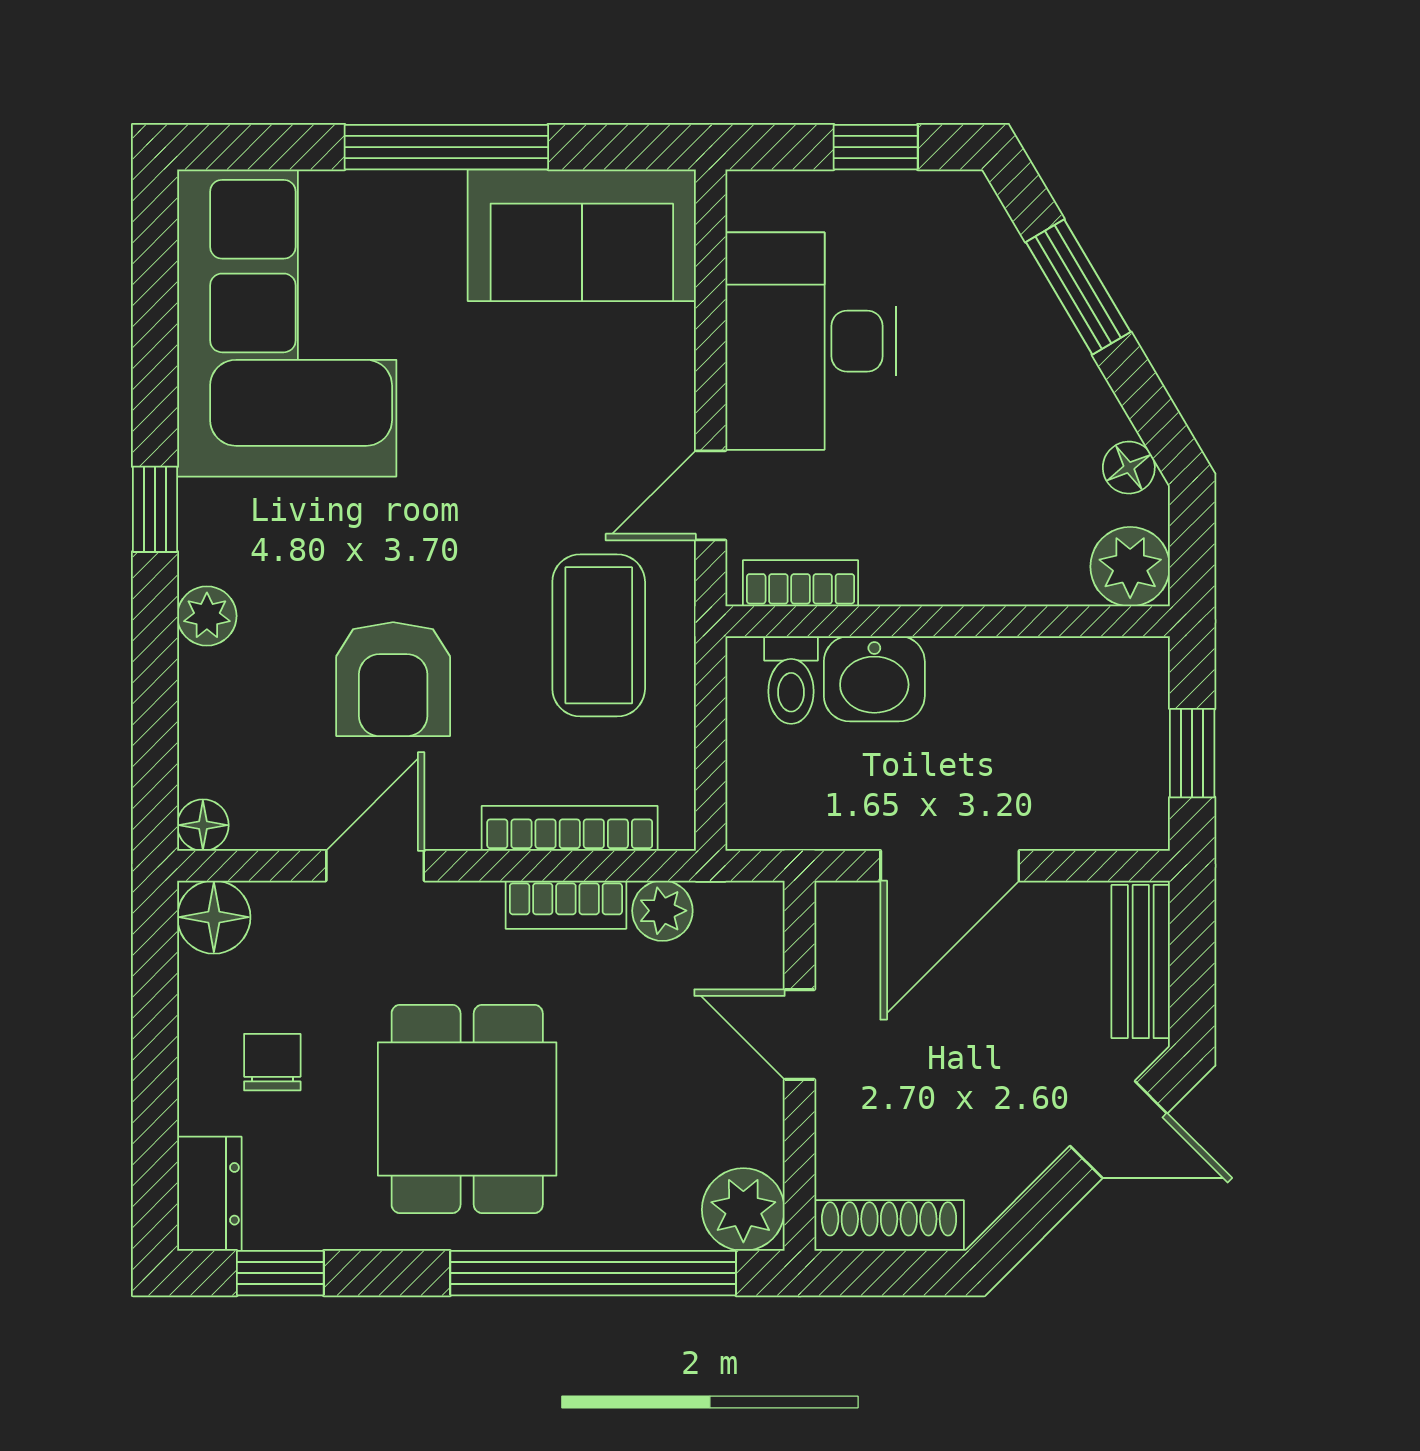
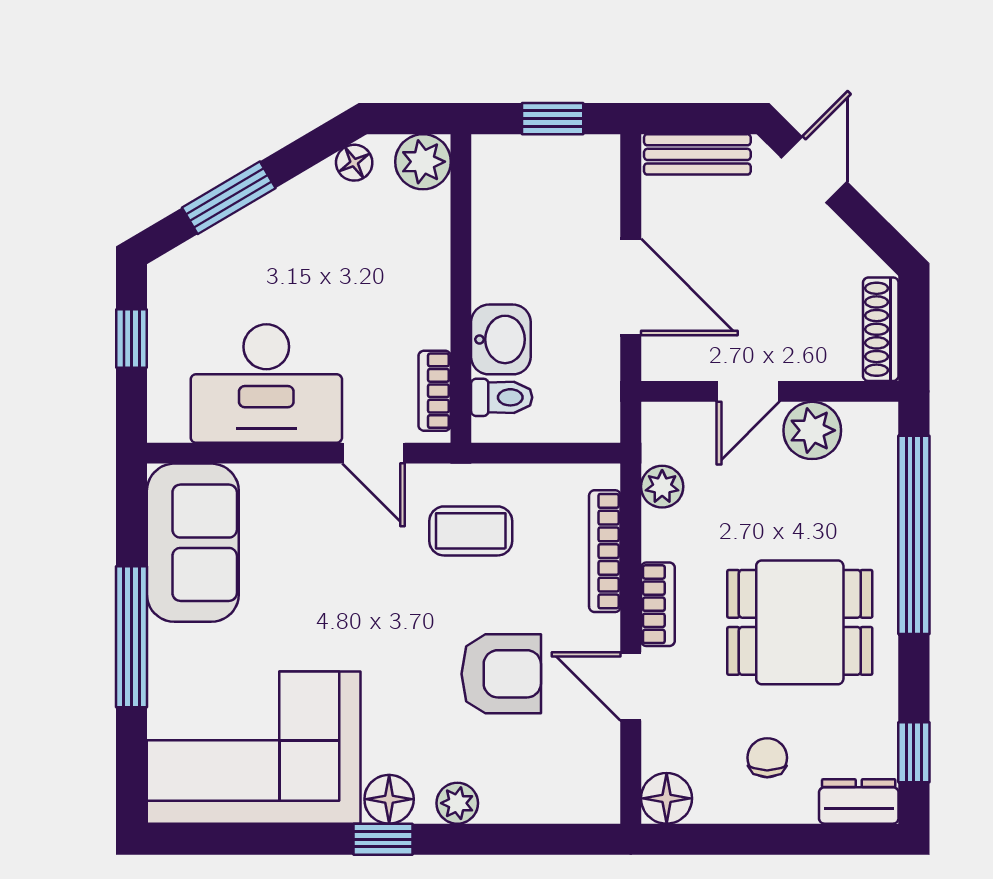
coffee table: (599, 635) -> (471, 531), width x0.73, depth x0.77
floor lamp: (203, 825) -> (389, 799), moved, width x1.37, depth x1.37
bookcase: (566, 905) -> (658, 604), moved
chair: (272, 1062) -> (767, 758), turned 90
plant: (743, 1210) -> (812, 430), moved

